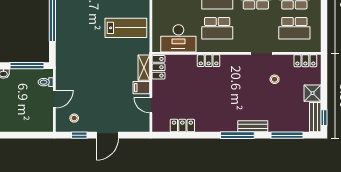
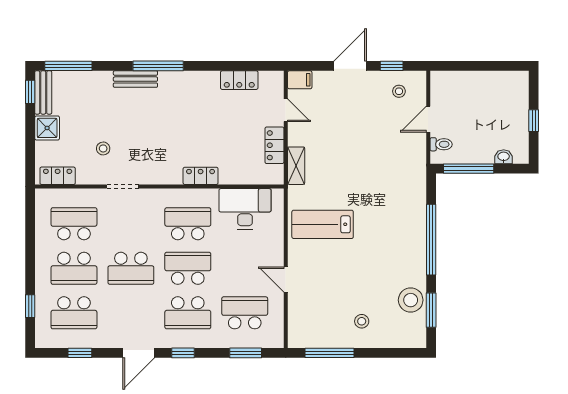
locker: (159, 67) -> (274, 145), moved
filing cabinet: (141, 88) -> (300, 80), moved
window: (287, 135) -> (68, 66), moved

